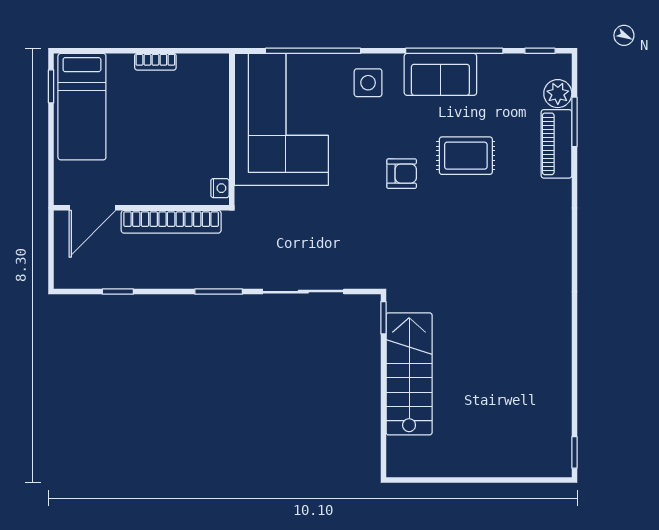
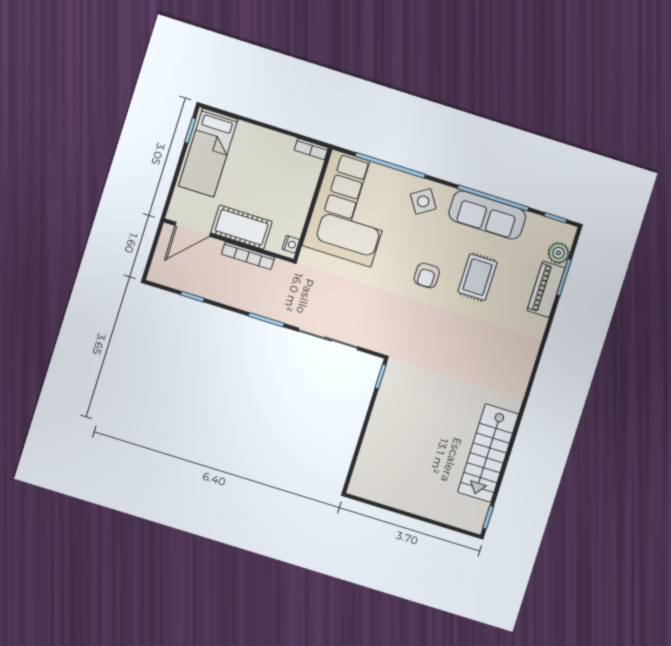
bookcase: (155, 62) -> (311, 149), moved
sofa: (440, 74) -> (487, 215), width x1.36
side table: (368, 83) -> (423, 201), turned -33
rug: (466, 156) -> (478, 277), turned 90
armchair: (402, 174) -> (427, 275), turned 90
cot: (152, 186) -> (242, 227), added
bookcase: (171, 222) -> (248, 256), width x0.68, depth x0.76
stairs: (409, 374) -> (488, 453), moved, turned 180

